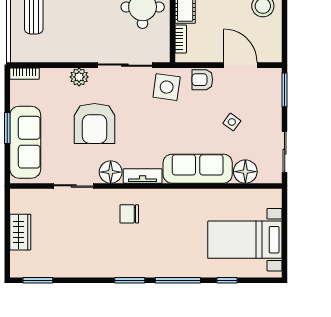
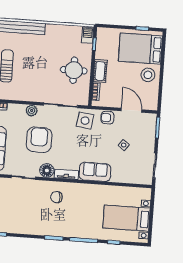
armchair: (95, 123) -> (39, 140), turned 180
sofa: (198, 169) -> (95, 172), width x0.73
floor lamp: (245, 172) -> (130, 176), removed

